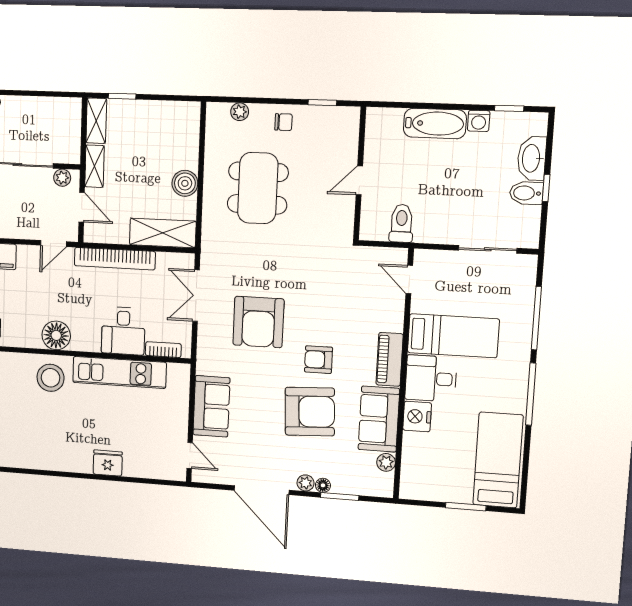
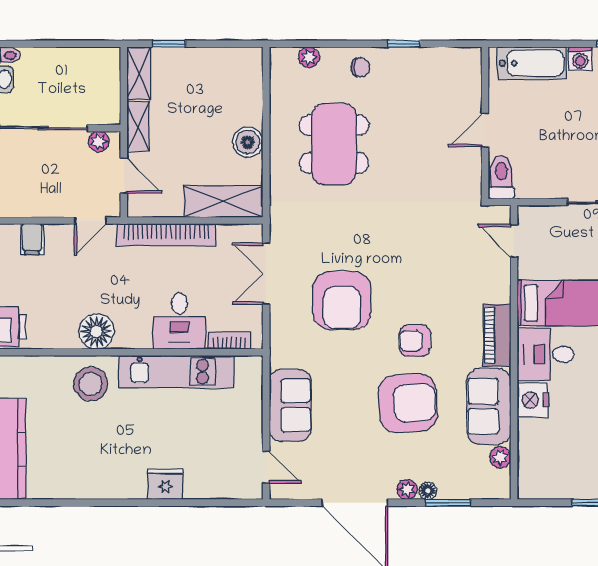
wall: (360, 174) -> (485, 123), moved
door: (359, 180) -> (485, 130), moved

